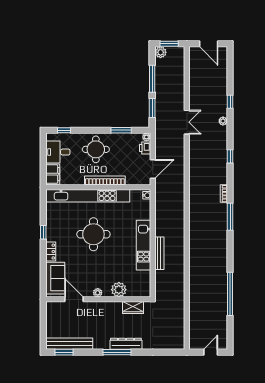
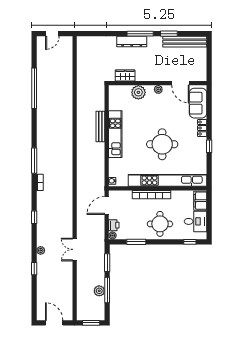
plant: (161, 52) -> (99, 291), moved
window: (64, 352) -> (169, 34), moved

